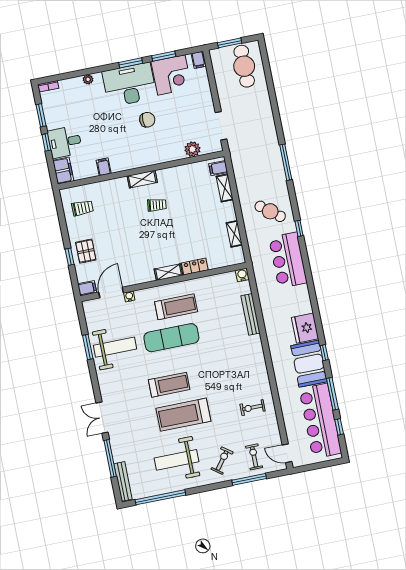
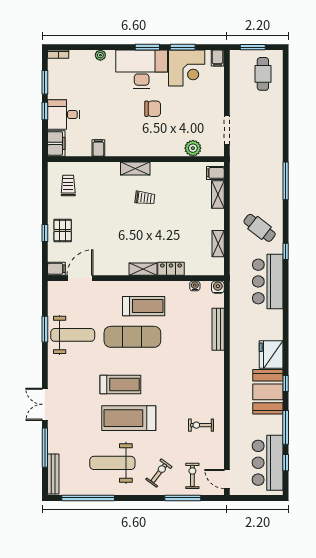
cafe table: (244, 66) -> (263, 74), width x0.73, depth x0.74
trolley: (82, 208) -> (68, 186), turned -90
water cooler: (129, 296) -> (195, 286), moved
bar counter: (320, 421) -> (268, 463), width x0.73

